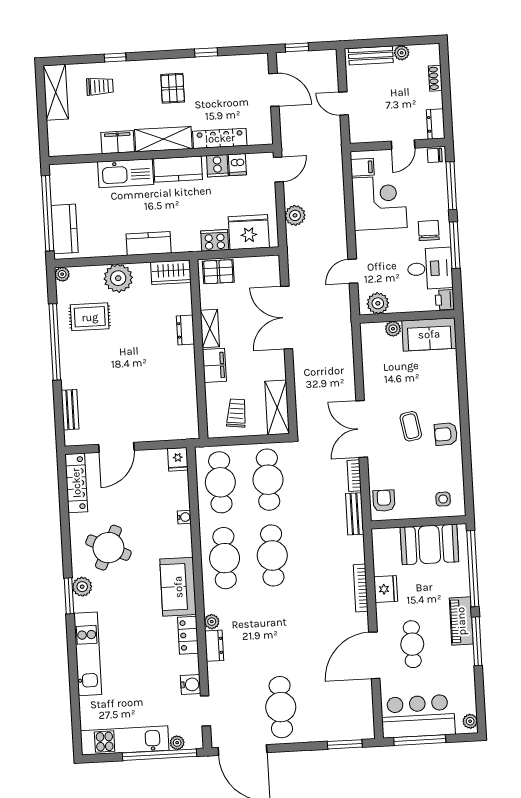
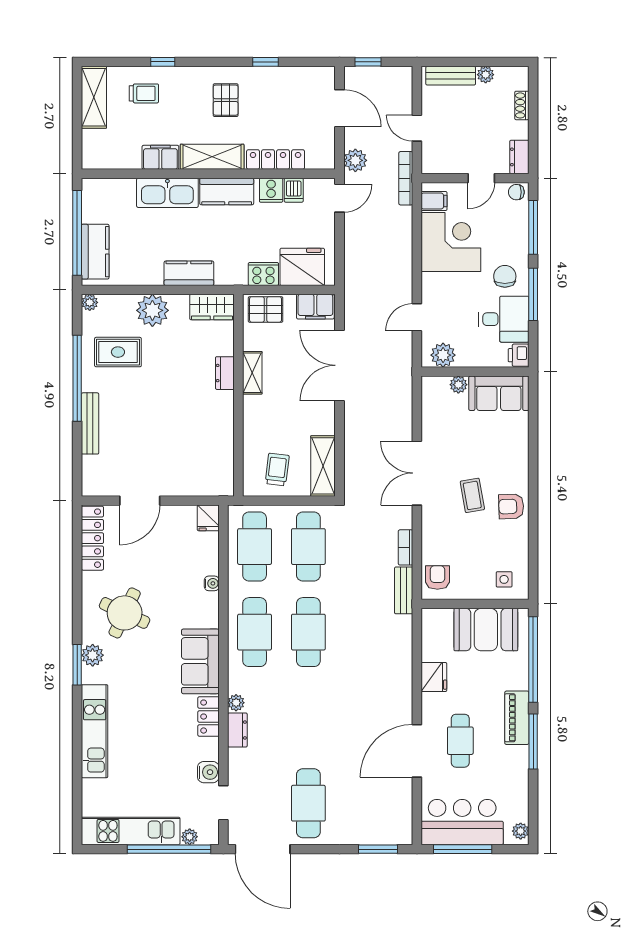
plant: (295, 215) -> (355, 160), moved
filing cabinet: (214, 365) -> (315, 307), moved, turned 90
bench: (70, 410) -> (90, 423), moved, width x1.36
double door: (362, 429) -> (417, 473), moved
bookcase: (361, 588) -> (406, 178), moved

